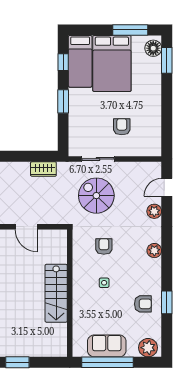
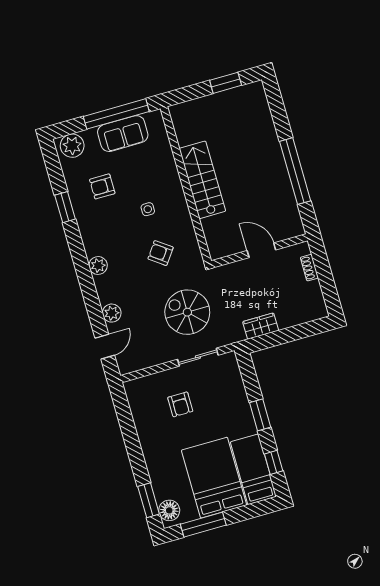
spiral stairs: (96, 196) -> (187, 312), turned 180
armchair: (104, 247) -> (161, 253), turned 126
armchair: (143, 304) -> (102, 186), moved

